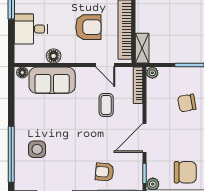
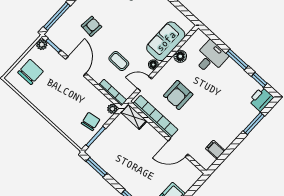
floor lamp: (22, 73) -> (153, 65), moved
chair: (187, 103) -> (91, 122), moved
armchair: (105, 172) -> (91, 26), moved
chair: (185, 172) -> (30, 72), turned 180

